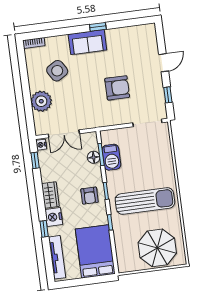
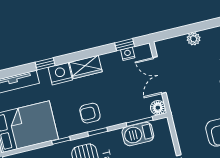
plant: (41, 101) -> (194, 39), width x0.53, depth x0.53
nightstand: (41, 145) -> (128, 54), moved
floor lamp: (94, 157) -> (158, 108), moved

